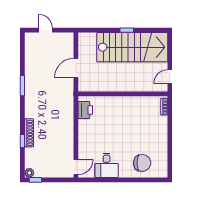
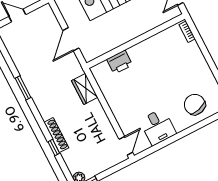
wardrobe: (67, 110) -> (85, 89), added
printer: (85, 110) -> (120, 62), moved, turned 90
chair: (142, 163) -> (195, 105), turned -106

